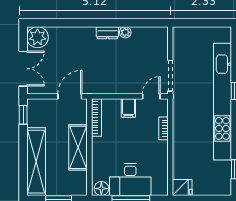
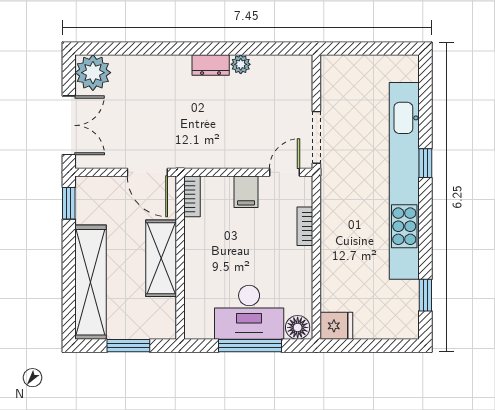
door: (70, 96) -> (147, 172), swing flipped
bookcase: (96, 118) -> (192, 196), width x0.64
floor lamp: (101, 189) -> (298, 327), moved

